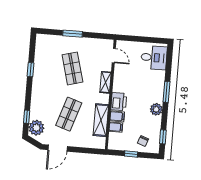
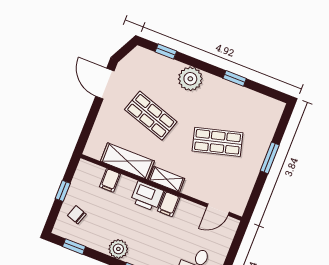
shelving: (106, 82) -> (167, 179), moved
filing cabinet: (117, 116) -> (169, 204), moved
plant: (36, 128) -> (190, 79), moved

